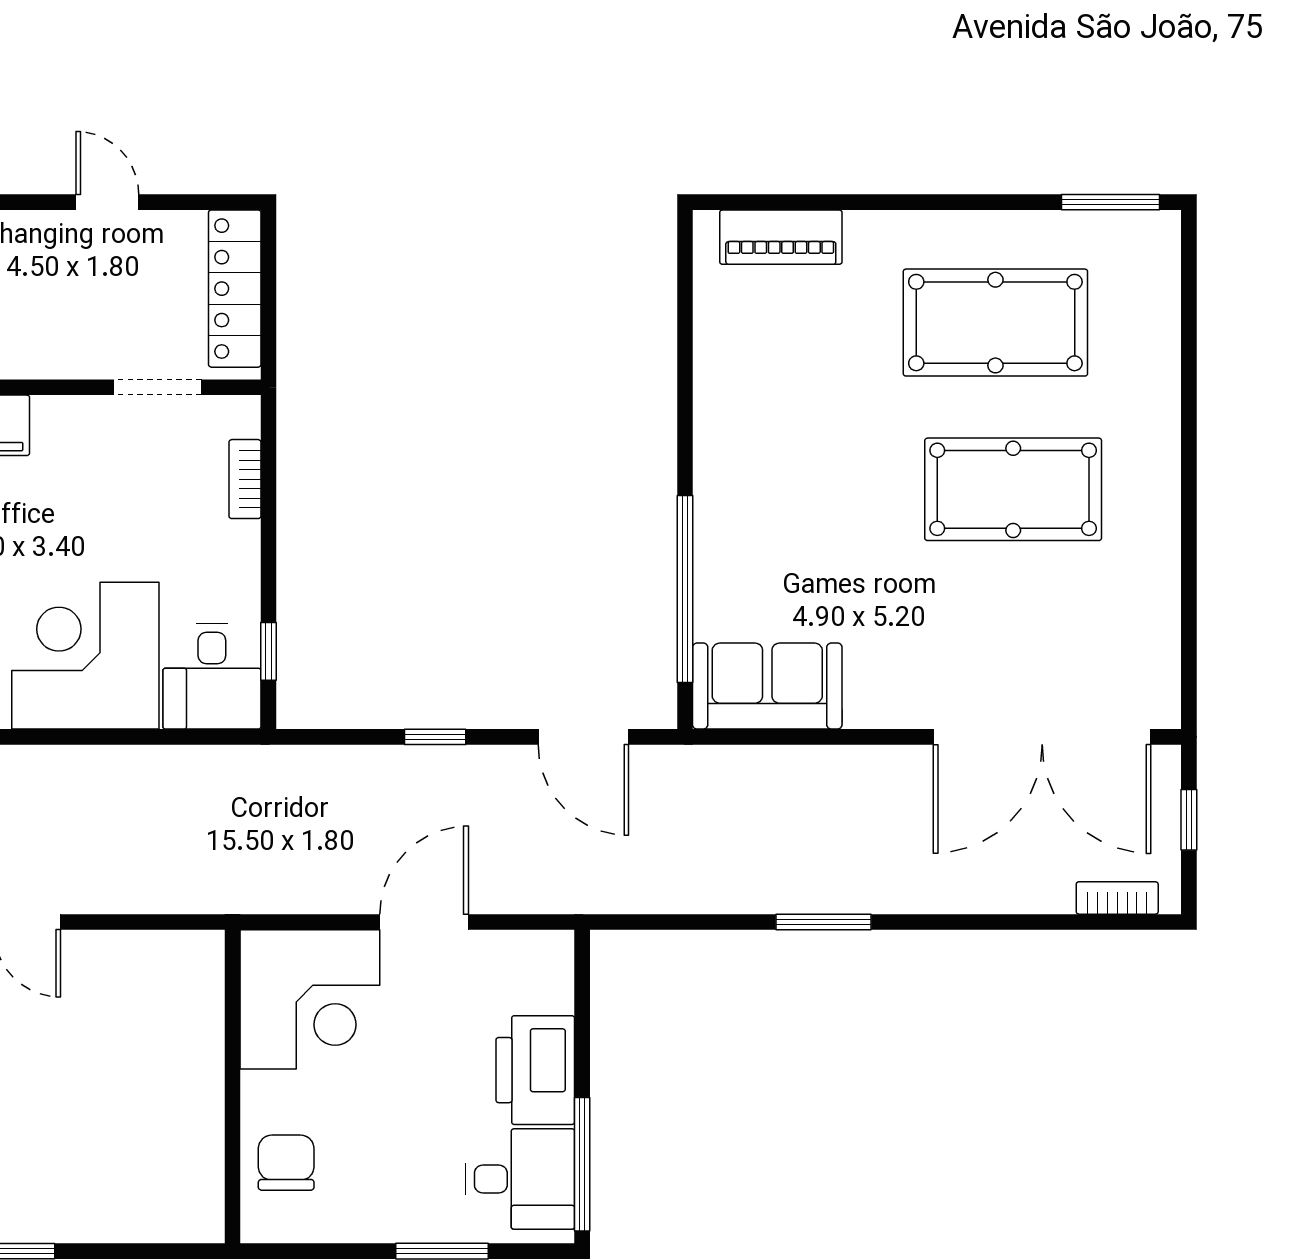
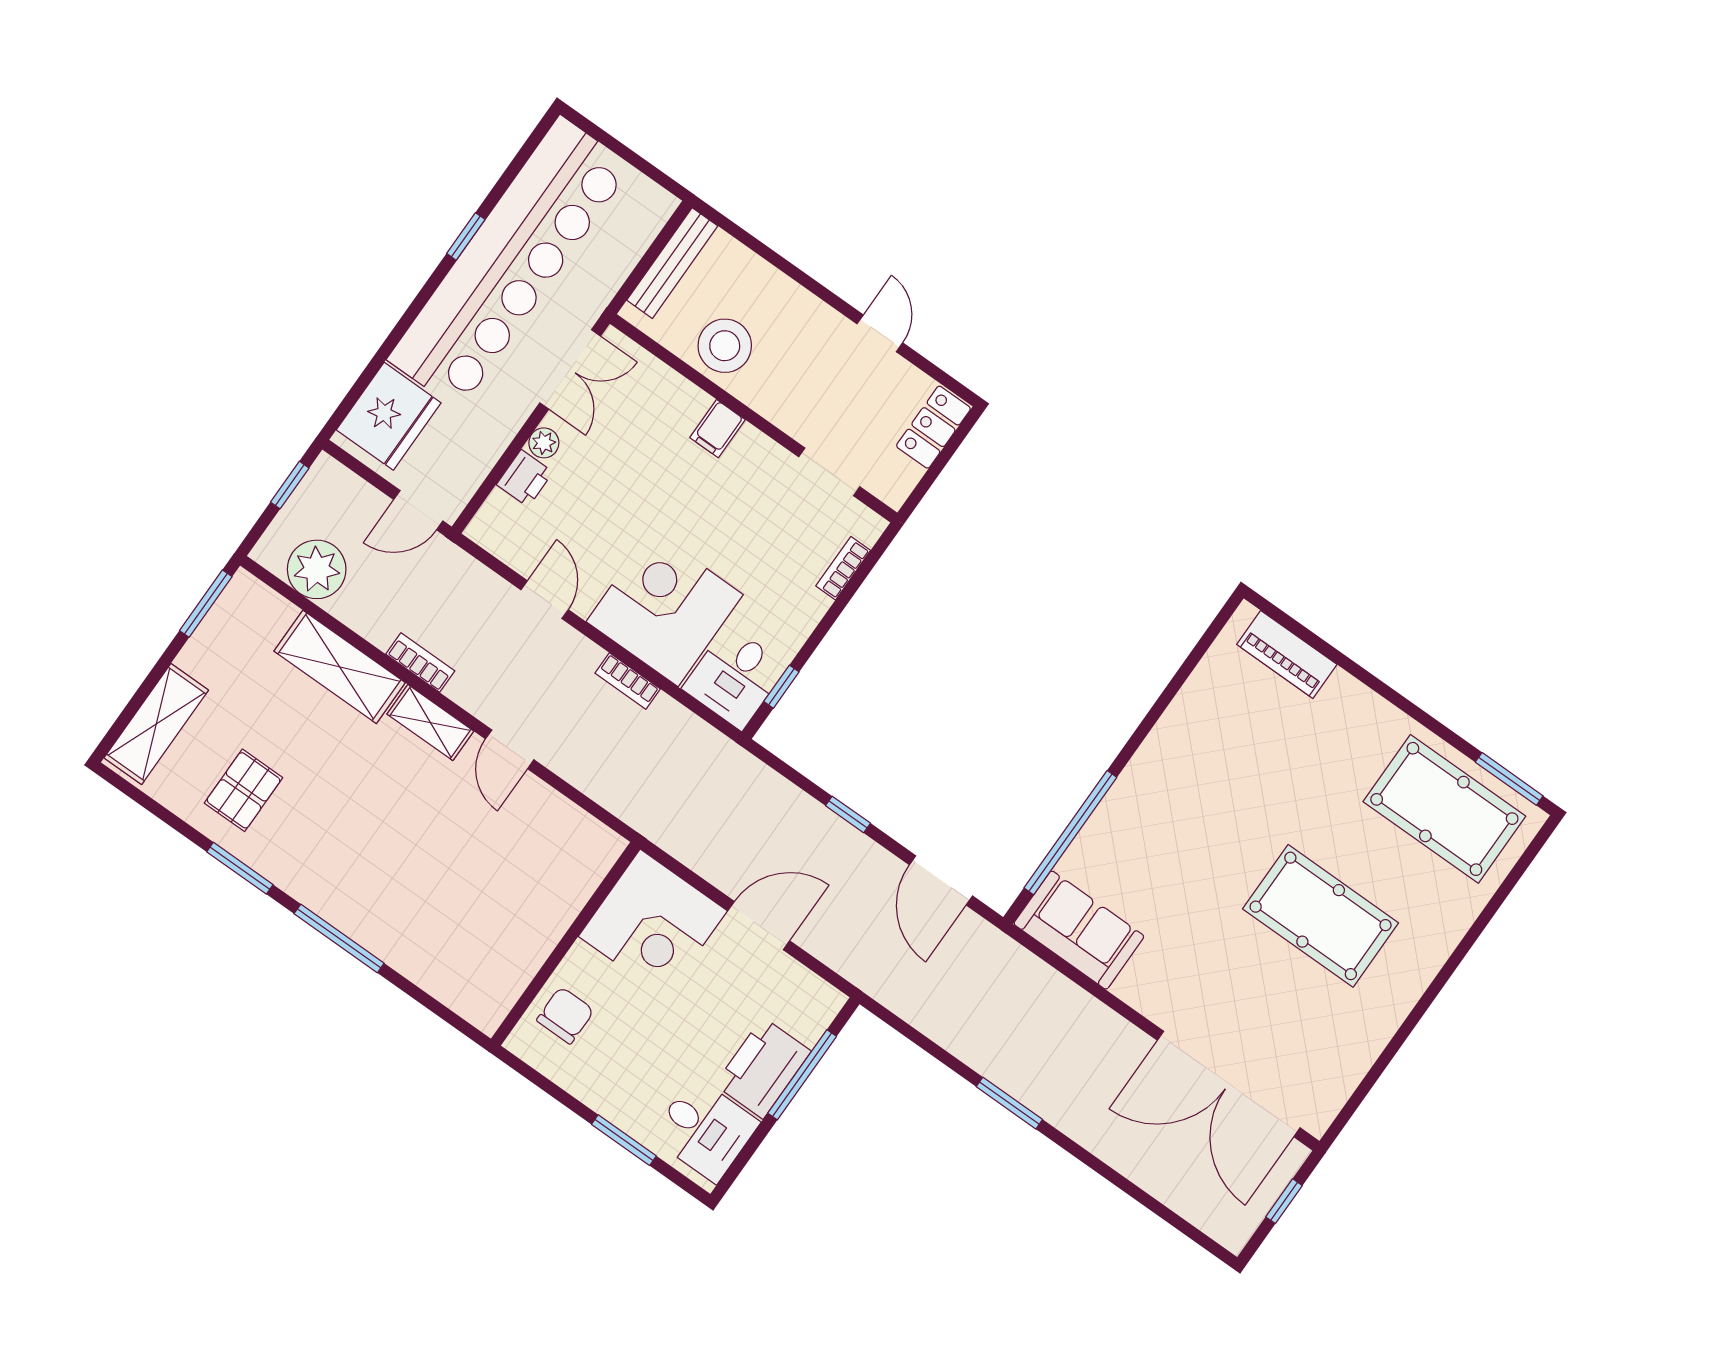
locker: (235, 289) -> (933, 427), width x0.66
pool table: (995, 323) -> (1444, 809), moved
bookcase: (1117, 898) -> (628, 681), moved, turned 180
window: (582, 1164) -> (802, 1075), moved

